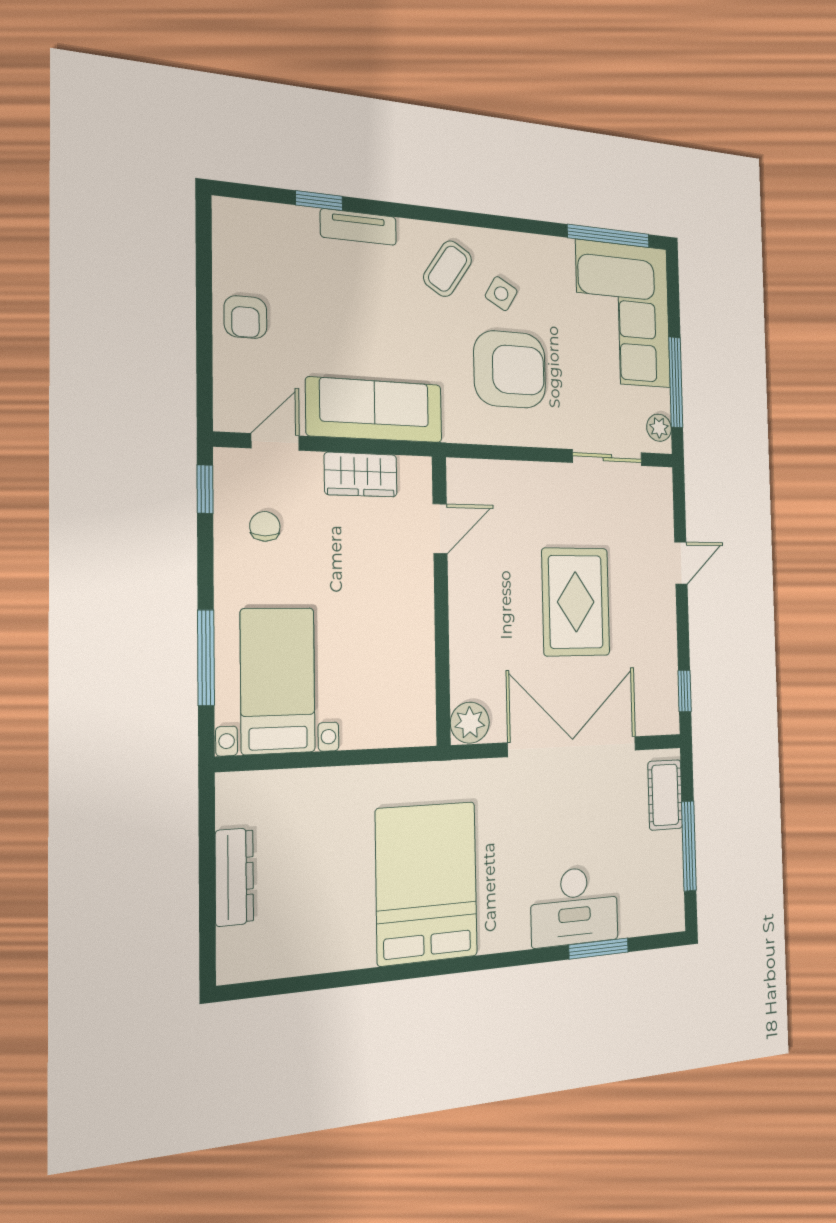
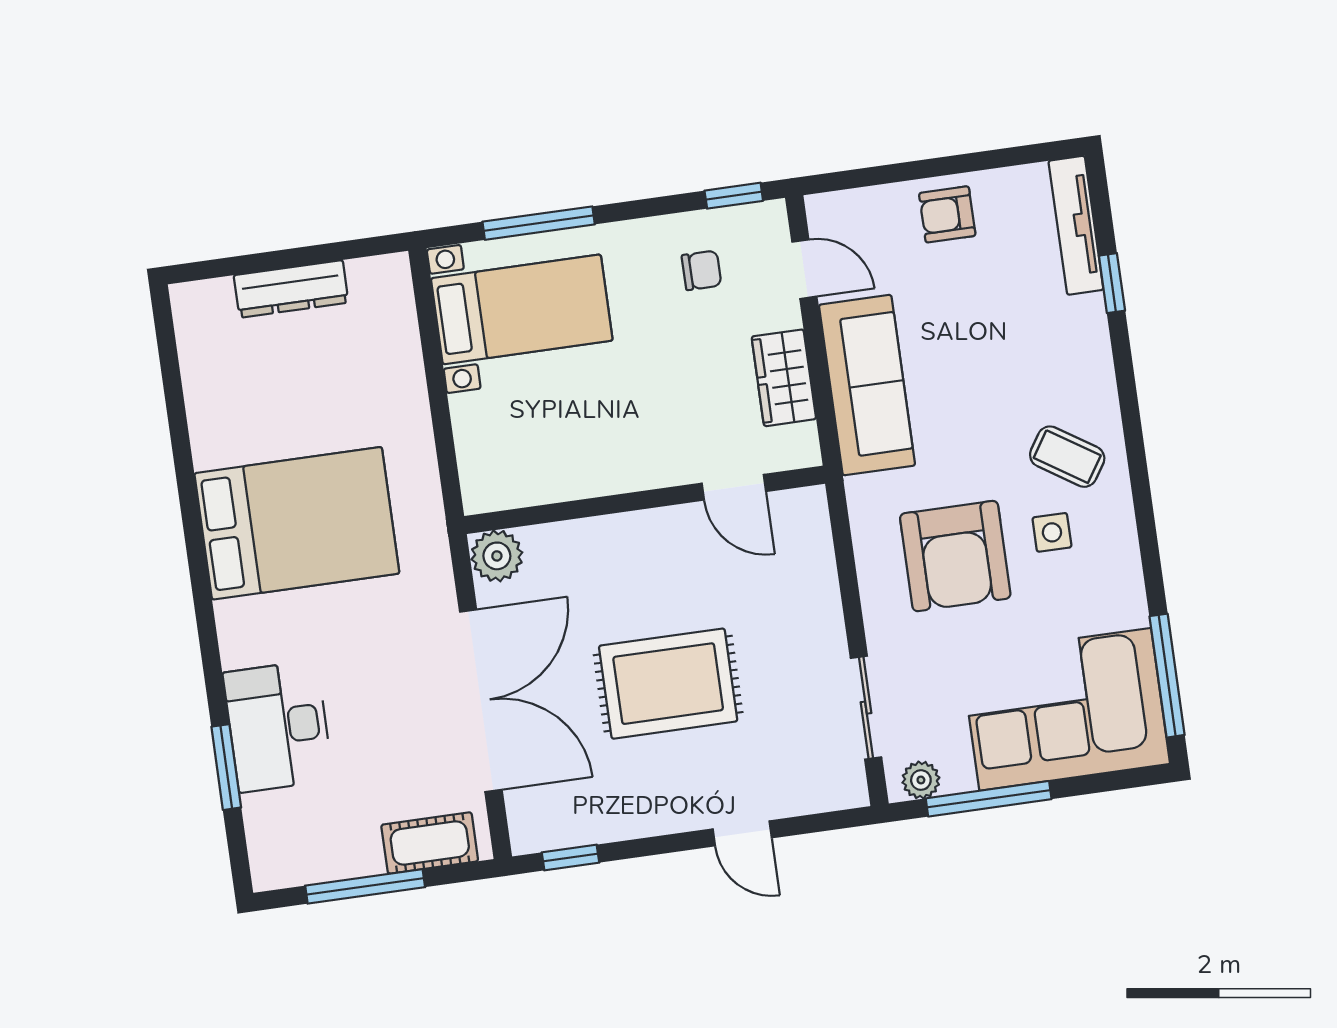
tv unit: (359, 227) -> (1076, 225), moved, width x1.41
side table: (501, 294) -> (1052, 532), turned -30

